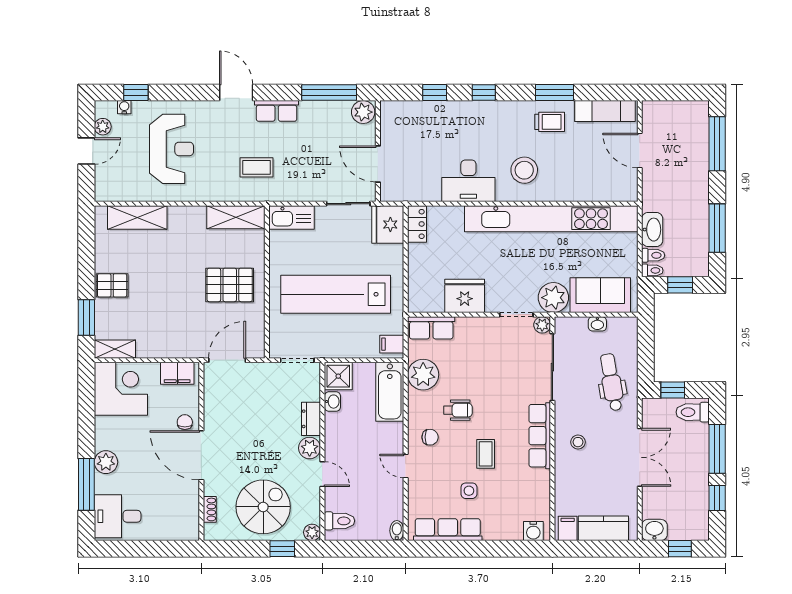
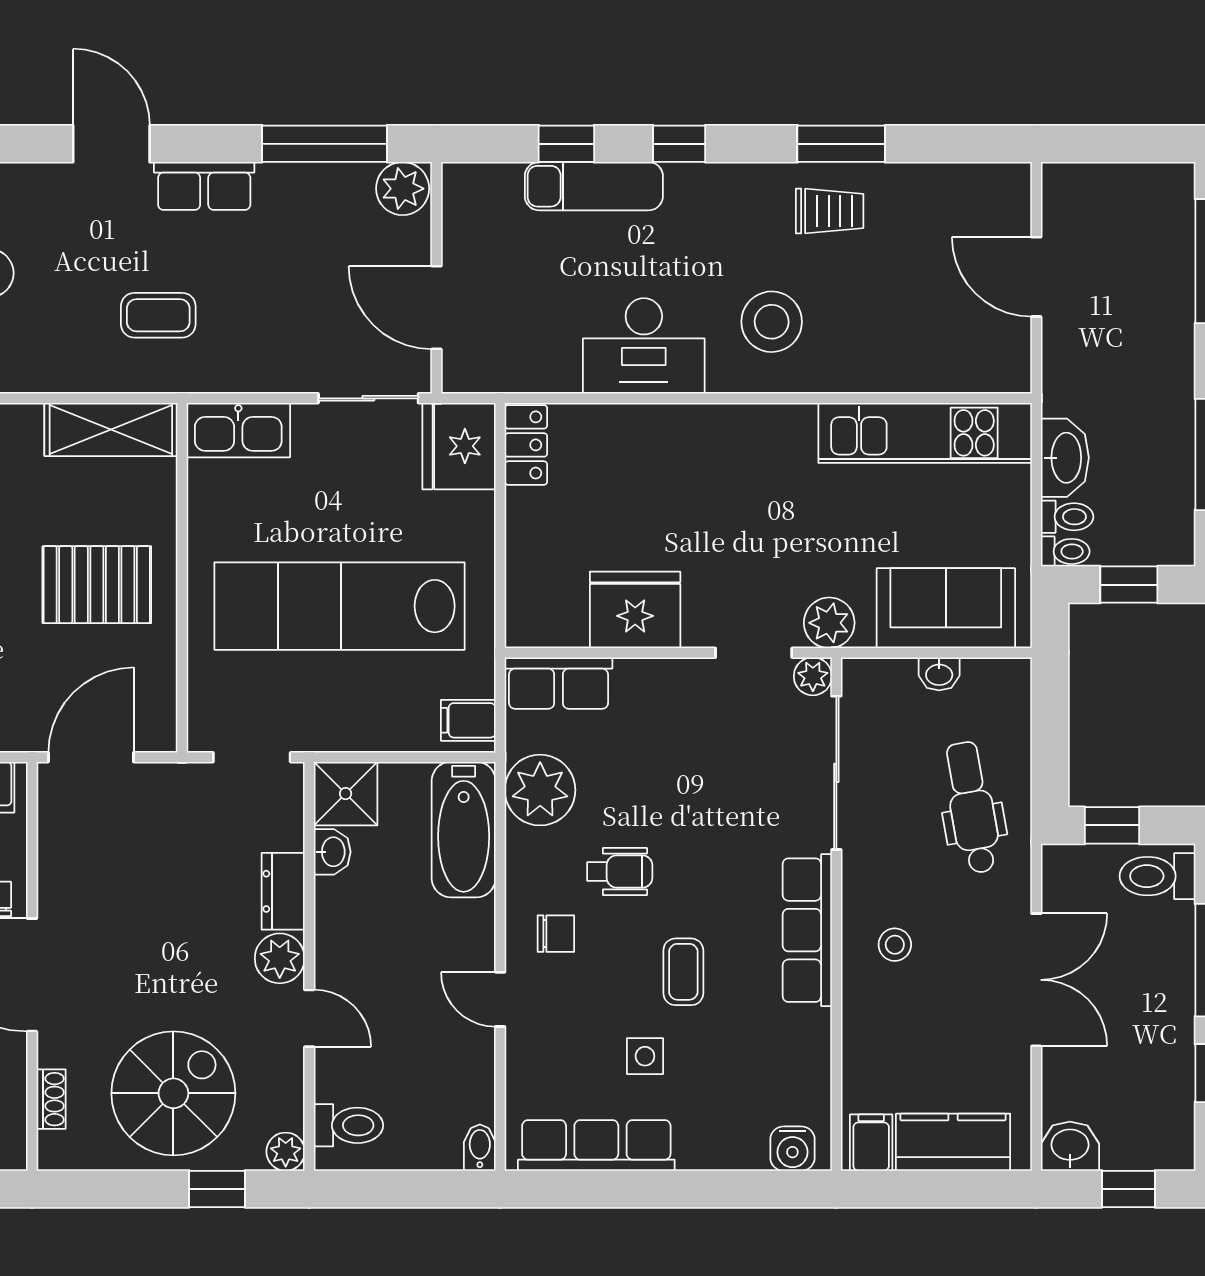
exam couch: (605, 111) -> (594, 186), moved
kitchen unit: (551, 219) -> (925, 433), width x0.54
plant: (553, 298) -> (829, 623), width x0.73, depth x0.73

